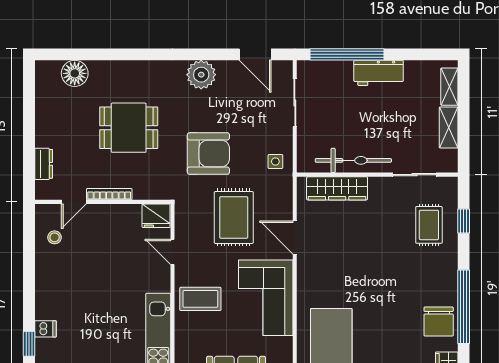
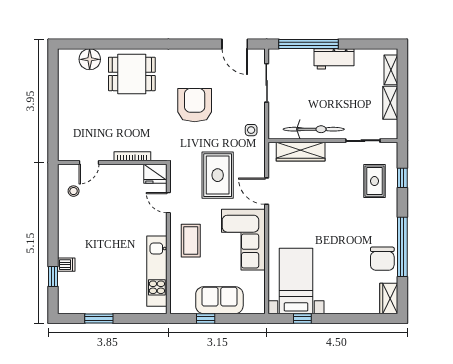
plant: (201, 75) -> (191, 60), removed
dining table: (129, 128) -> (132, 74), moved
armchair: (208, 154) -> (195, 105), moved, turned -90
dresser: (44, 164) -> (65, 132), removed
bookcase: (109, 194) -> (132, 156), moved
coffee table: (200, 299) -> (191, 241), turned 90

